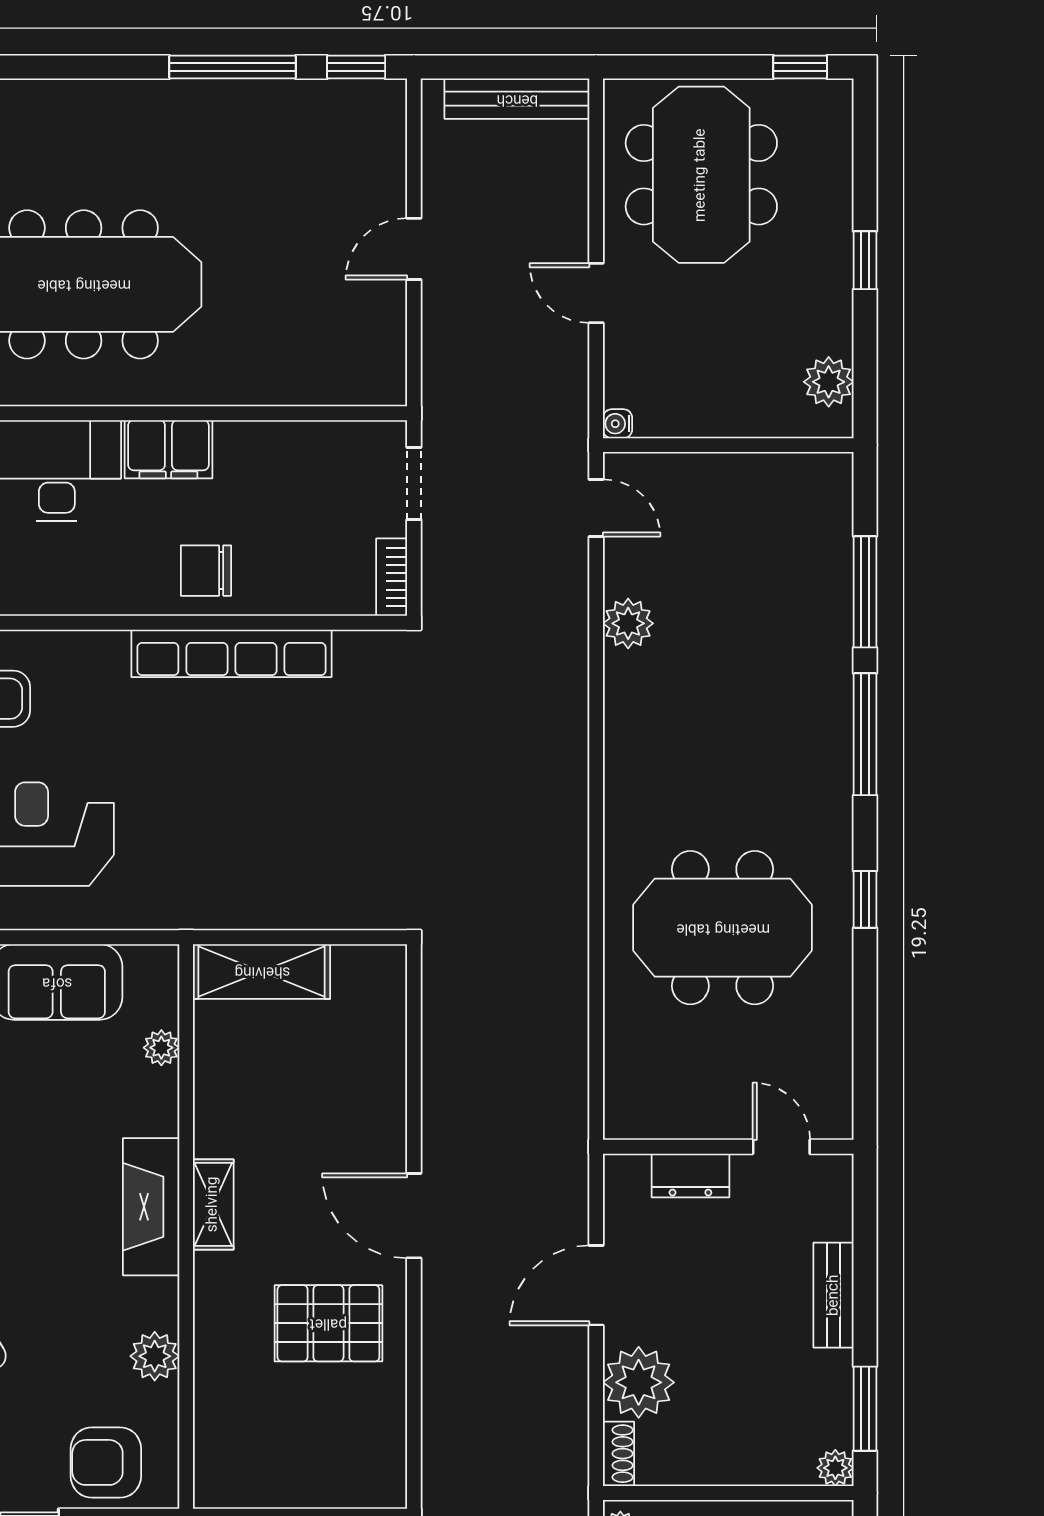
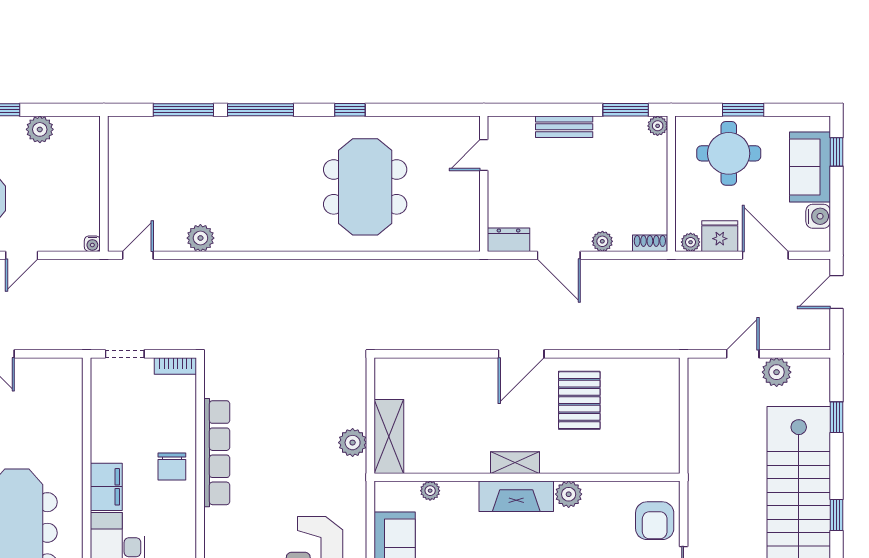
plant: (829, 382) -> (40, 129), moved
plant: (250, 904) -> (353, 443), added
dresser: (690, 1175) -> (509, 240), moved, turned -90
plant: (155, 1356) -> (569, 494), moved
plant: (639, 1382) -> (602, 241), width x0.53, depth x0.53

